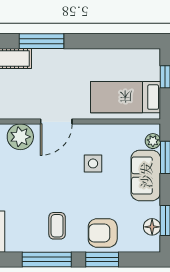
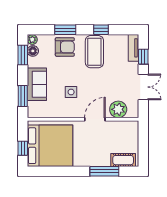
bed: (126, 97) -> (50, 146), width x2.04
plant: (153, 141) -> (32, 40), moved
coffee table: (57, 226) -> (94, 52), width x1.86, depth x1.72
window: (47, 260) -> (101, 30), width x0.46

